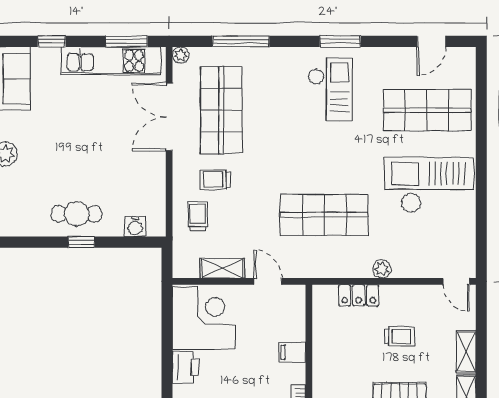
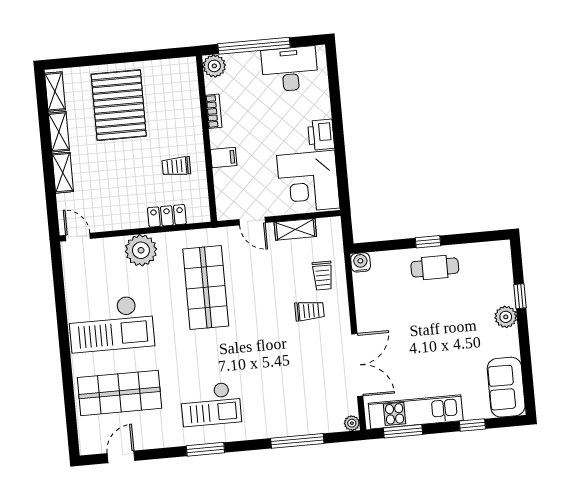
checkout: (330, 89) -> (211, 404), turned -90
shop shelf: (221, 110) -> (310, 376), removed
shop shelf: (324, 215) -> (206, 287), turned 90
water cooler: (135, 227) -> (361, 262), moved
plant: (382, 269) -> (141, 250), width x1.87, depth x1.87
trolley: (400, 336) -> (176, 166), moved

